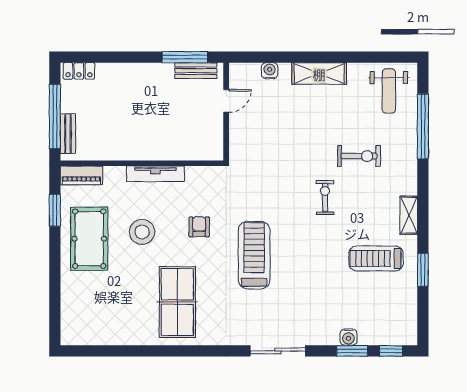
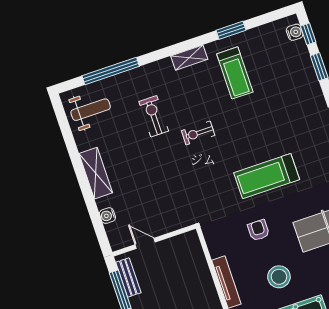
armchair: (199, 227) -> (259, 230), turned 90
water cooler: (348, 337) -> (295, 32), moved

